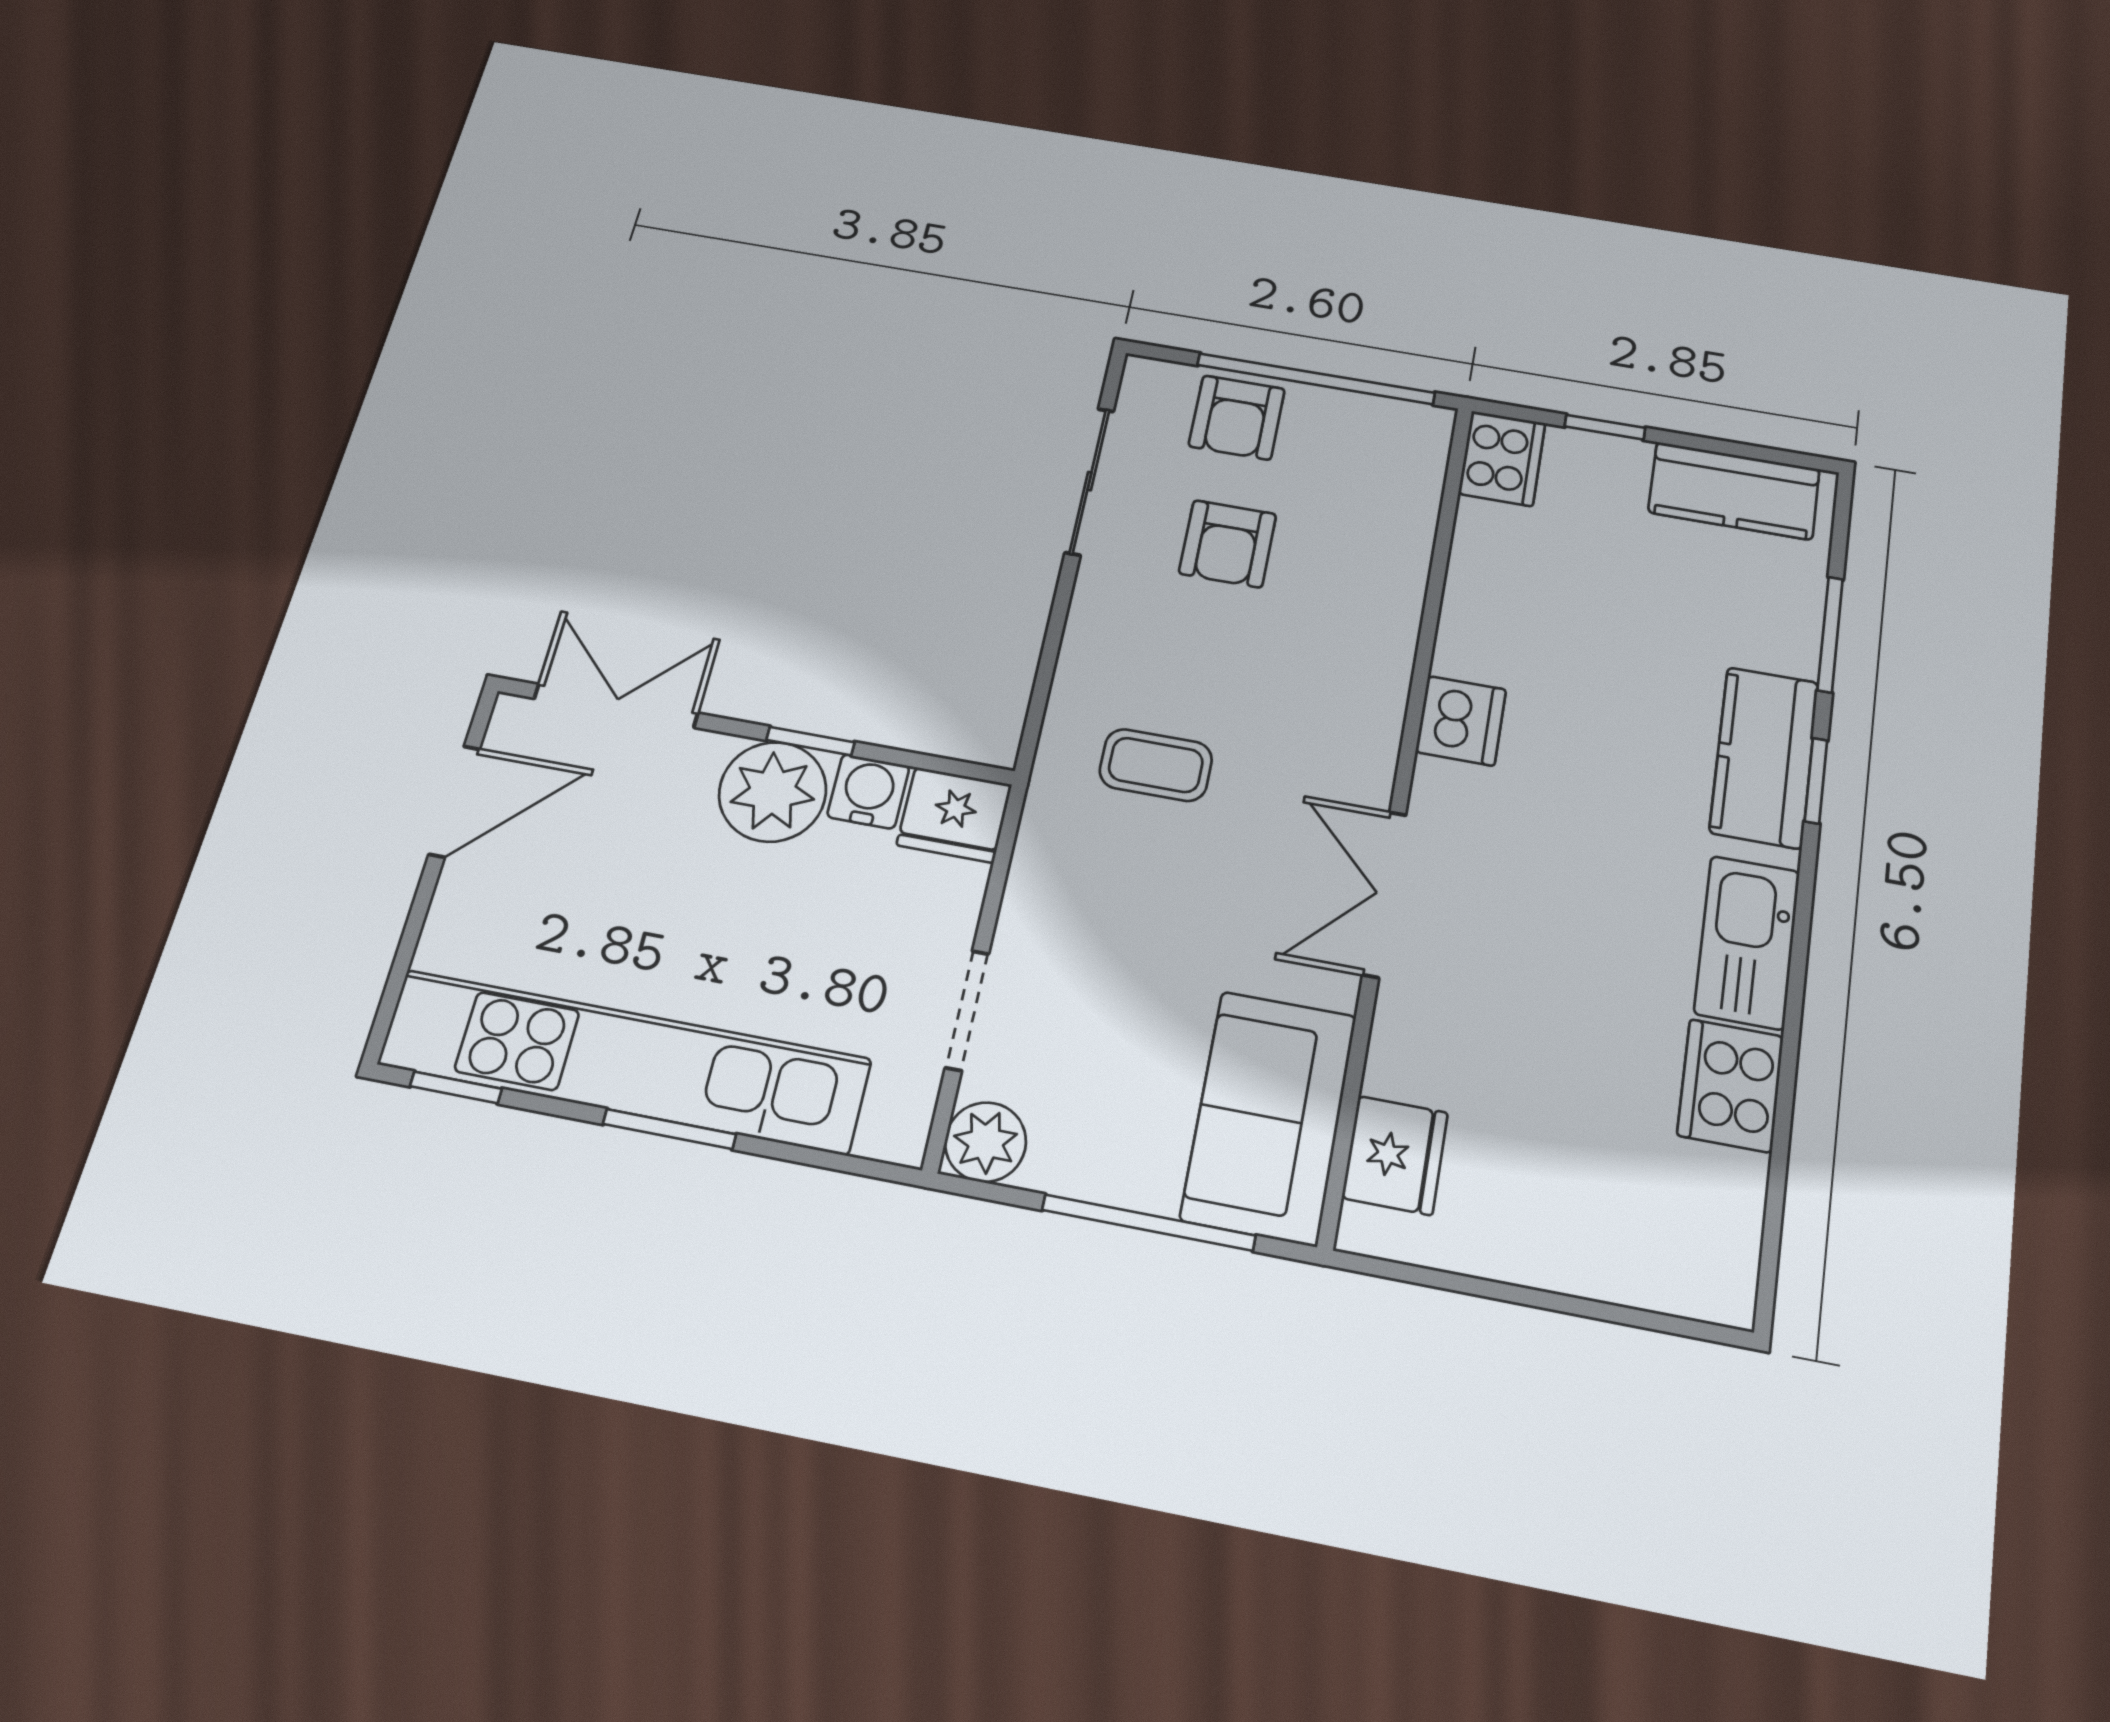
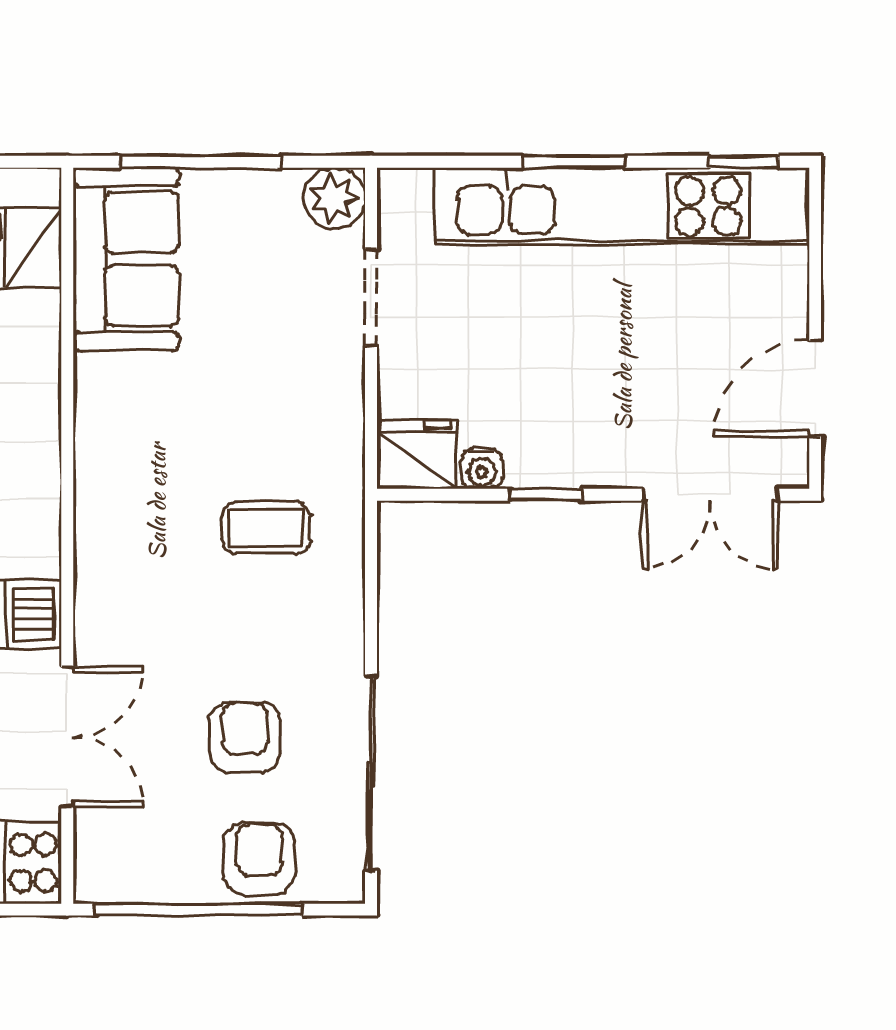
sliding door: (1089, 481) -> (371, 773), width x1.37
water cooler: (868, 791) -> (482, 469), width x0.72, depth x0.72
plant: (773, 792) -> (565, 446), removed
double door: (1384, 894) -> (67, 737), moved

